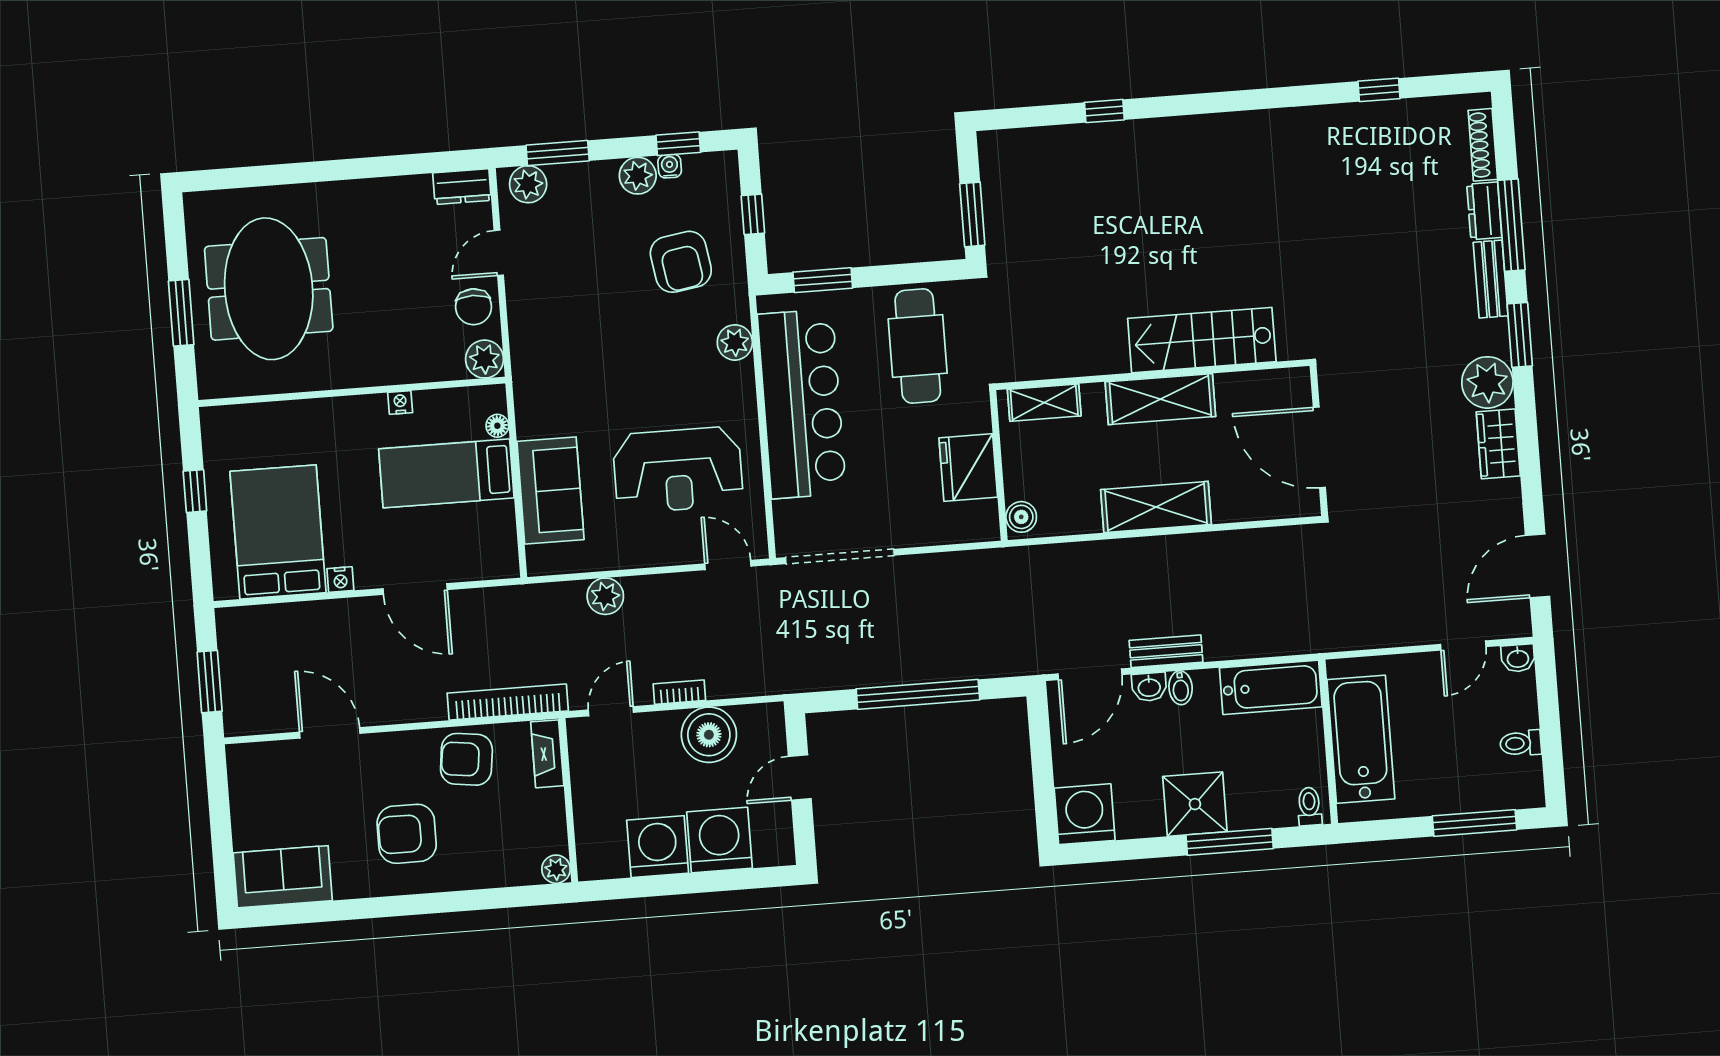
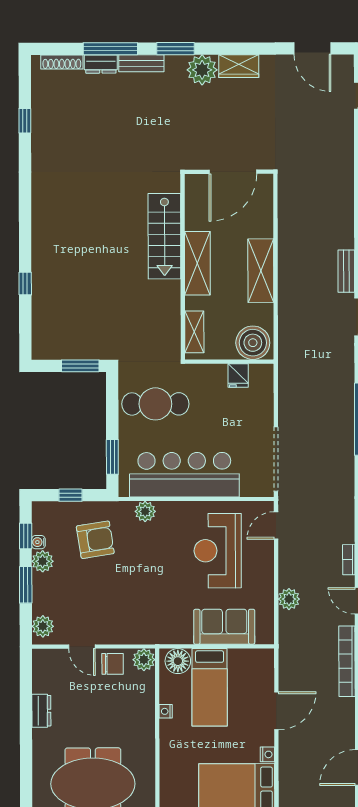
window: (558, 153) -> (26, 585), moved
dresser: (462, 187) -> (41, 711), moved
floor lamp: (497, 426) -> (178, 661), width x1.89, depth x1.89
fridge: (968, 468) -> (238, 375), width x0.53, depth x0.75
reception desk: (678, 470) -> (218, 551), turned 180
boiler: (1021, 517) -> (253, 343), width x1.86, depth x1.86

